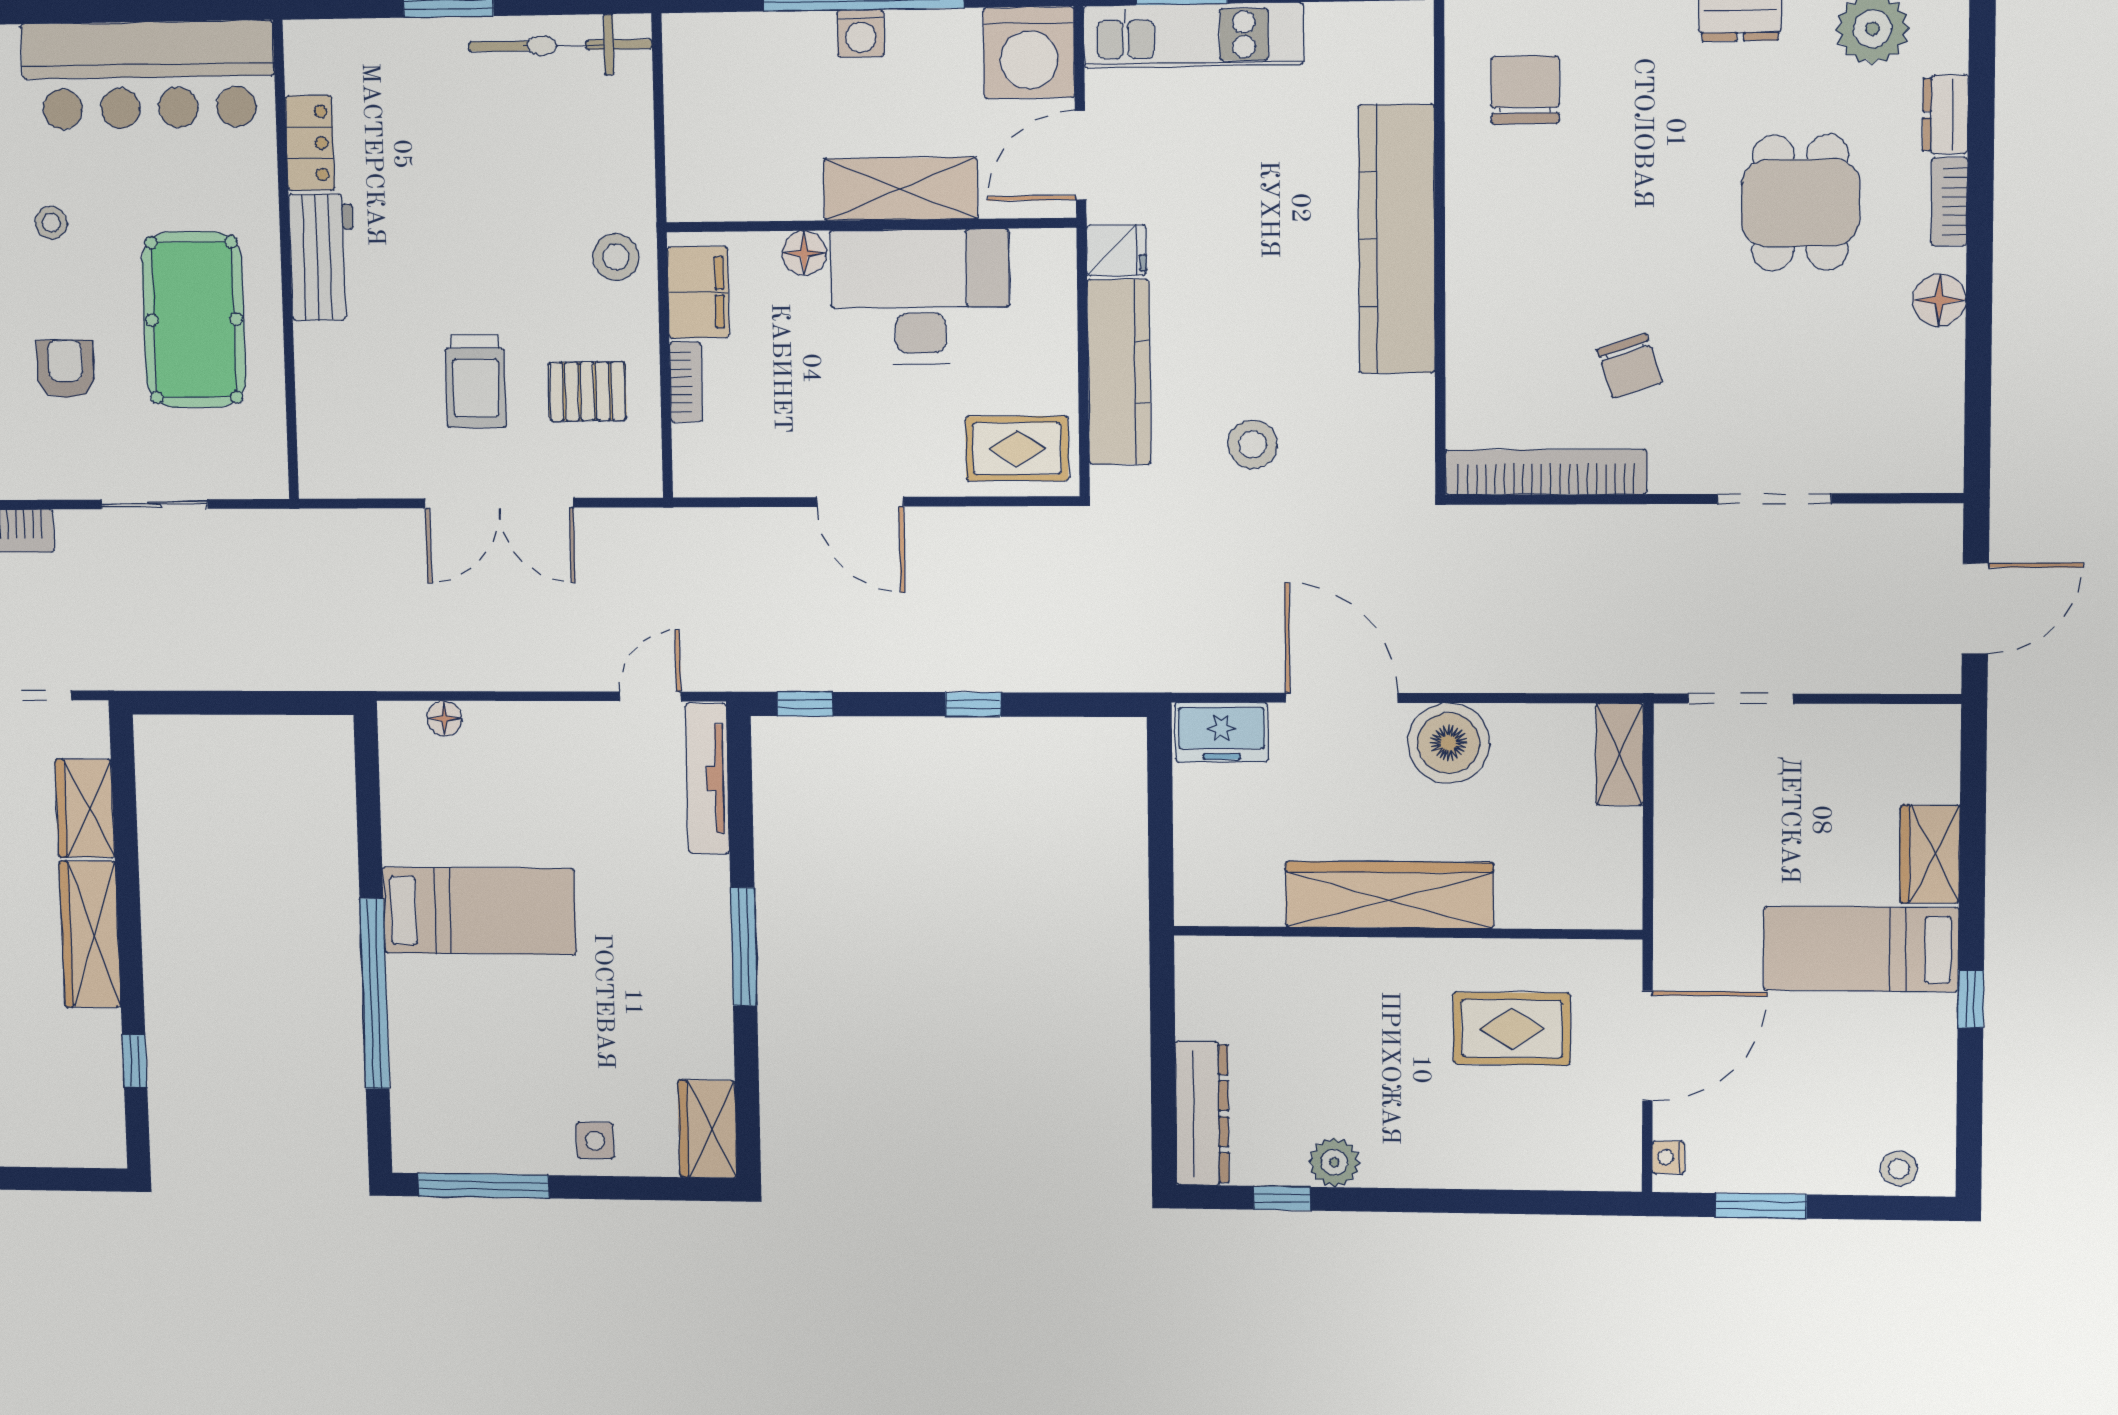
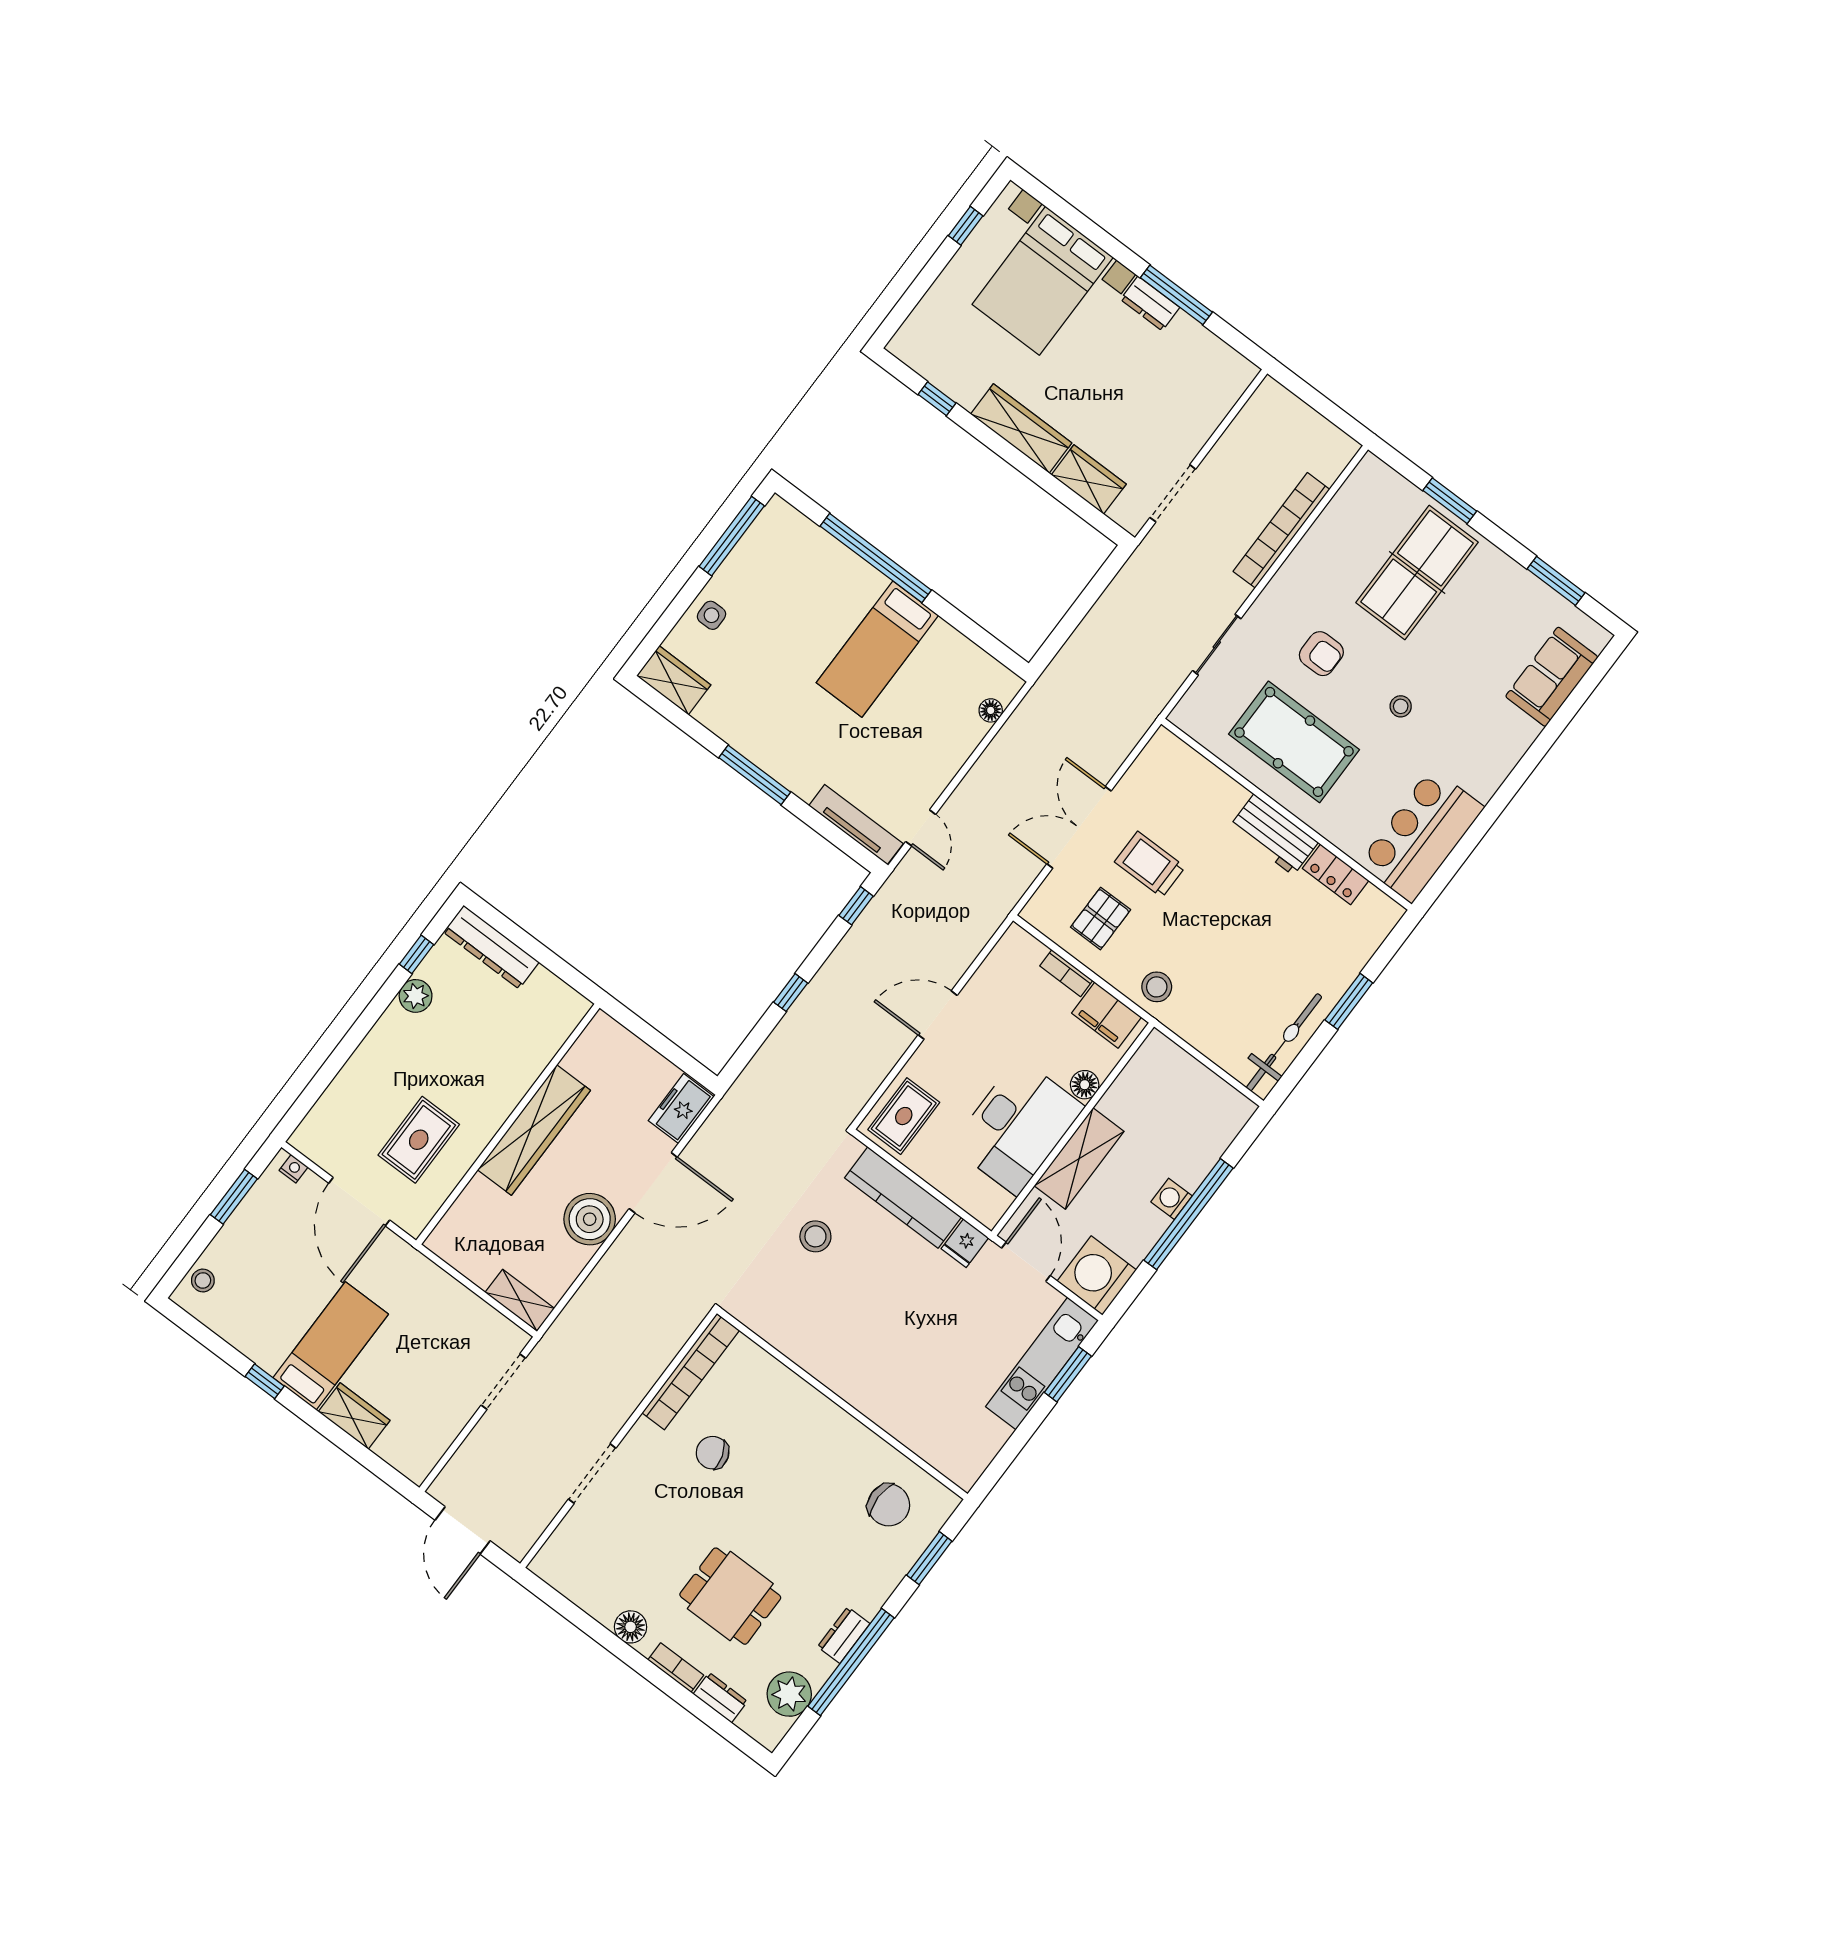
bar counter: (148, 75) -> (1421, 835), width x0.73
kitchen counter: (1397, 239) -> (863, 1386), removed

